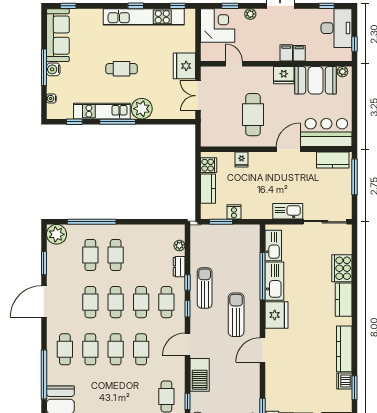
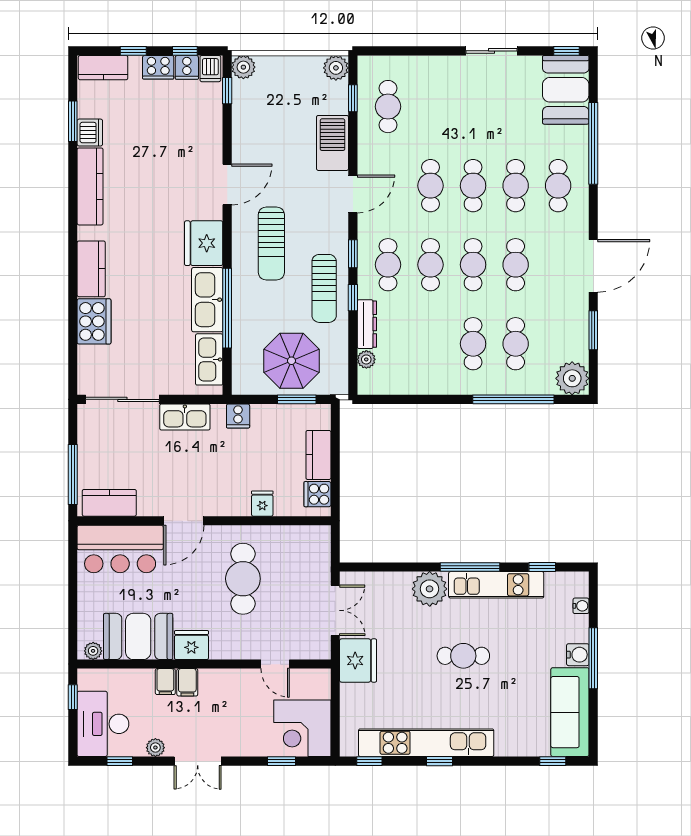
plant: (250, 14) -> (155, 748), moved
cooker: (234, 212) -> (238, 416), moved
parasol: (224, 245) -> (291, 361), added
dresser: (179, 267) -> (367, 324), width x1.44

